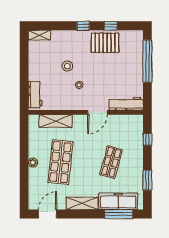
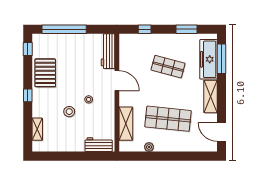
window: (111, 26) -> (28, 49), moved
shelving: (39, 35) -> (37, 129), moved
plant: (33, 163) -> (149, 147), moved

